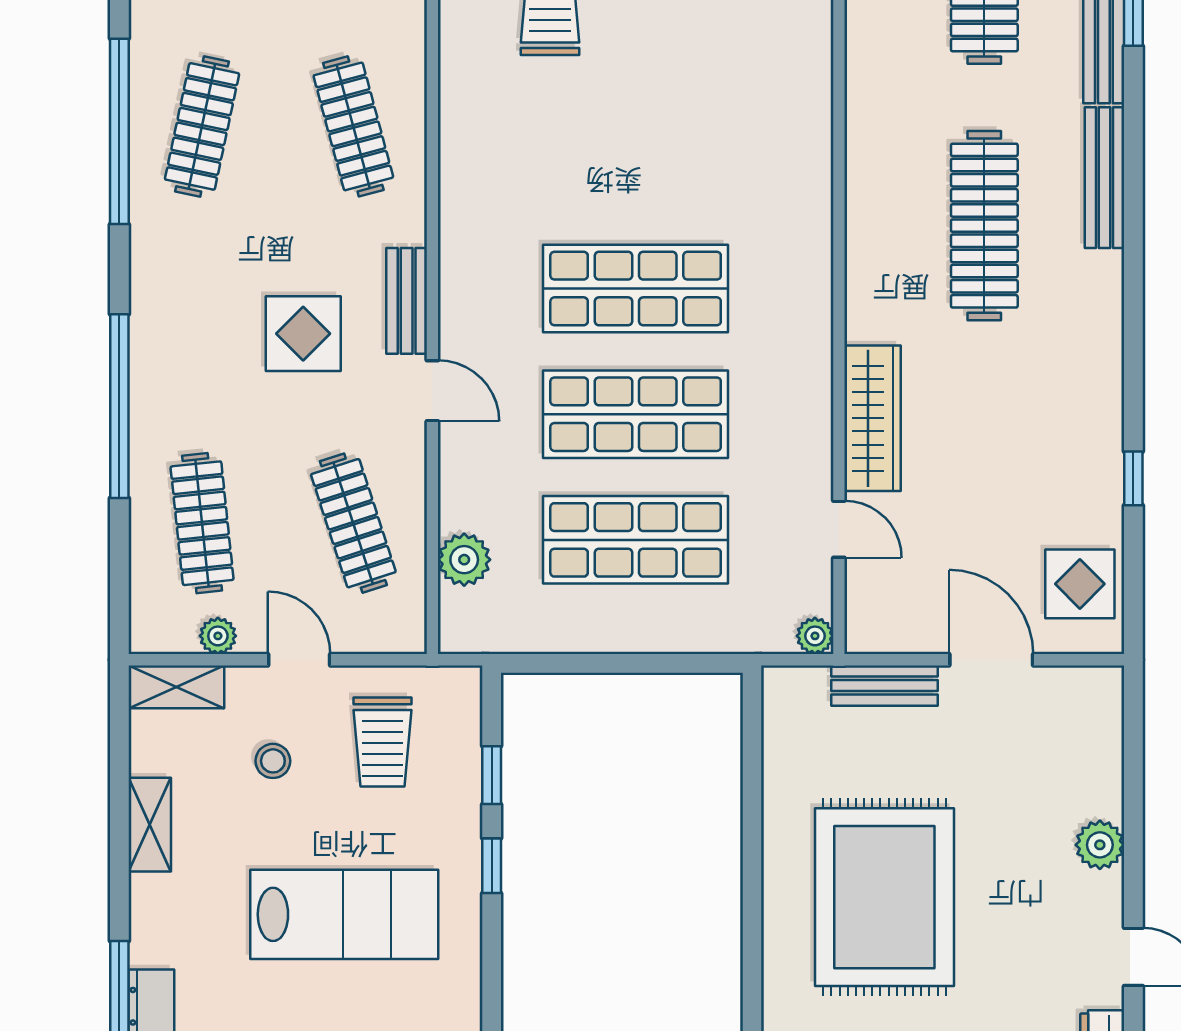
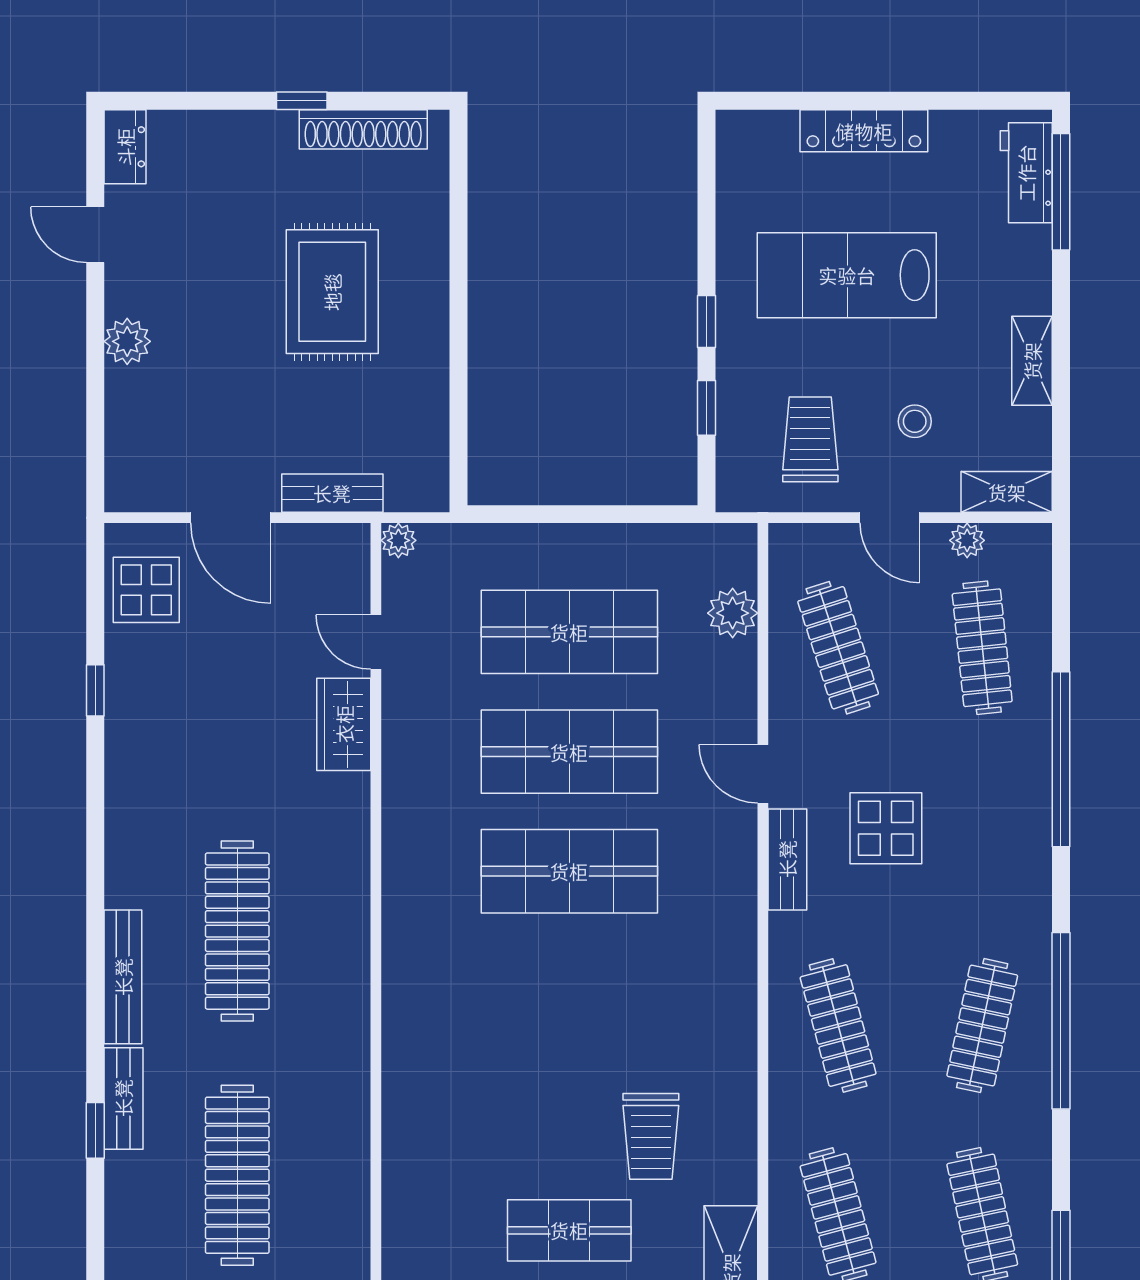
wardrobe: (873, 418) -> (344, 724), width x0.67
rug: (884, 897) -> (332, 292), width x0.73, depth x0.69

